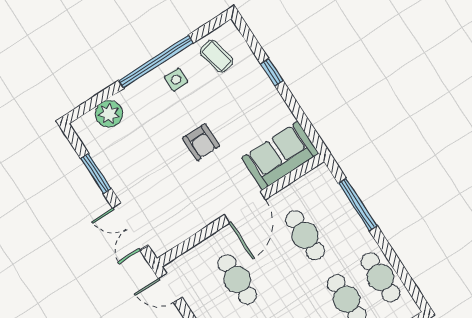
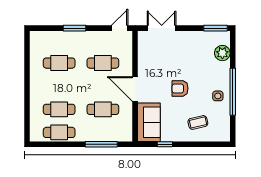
coffee table: (216, 56) -> (198, 122), moved
window: (272, 72) -> (165, 144), moved
window: (96, 174) -> (215, 28), moved

